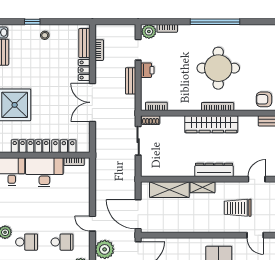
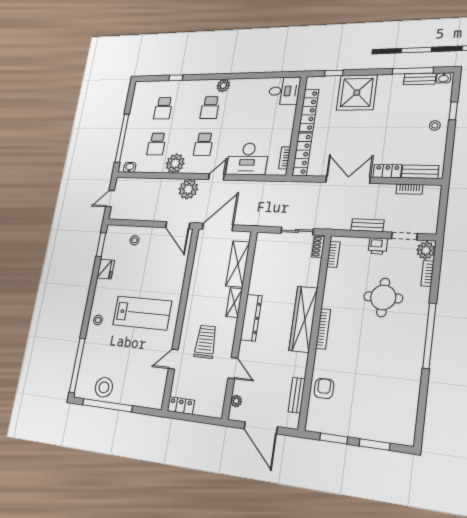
round table: (218, 68) -> (383, 297), moved, width x0.73, depth x0.73
locker: (64, 146) -> (302, 154), width x1.53
desk: (44, 172) -> (248, 159), moved, turned 90

